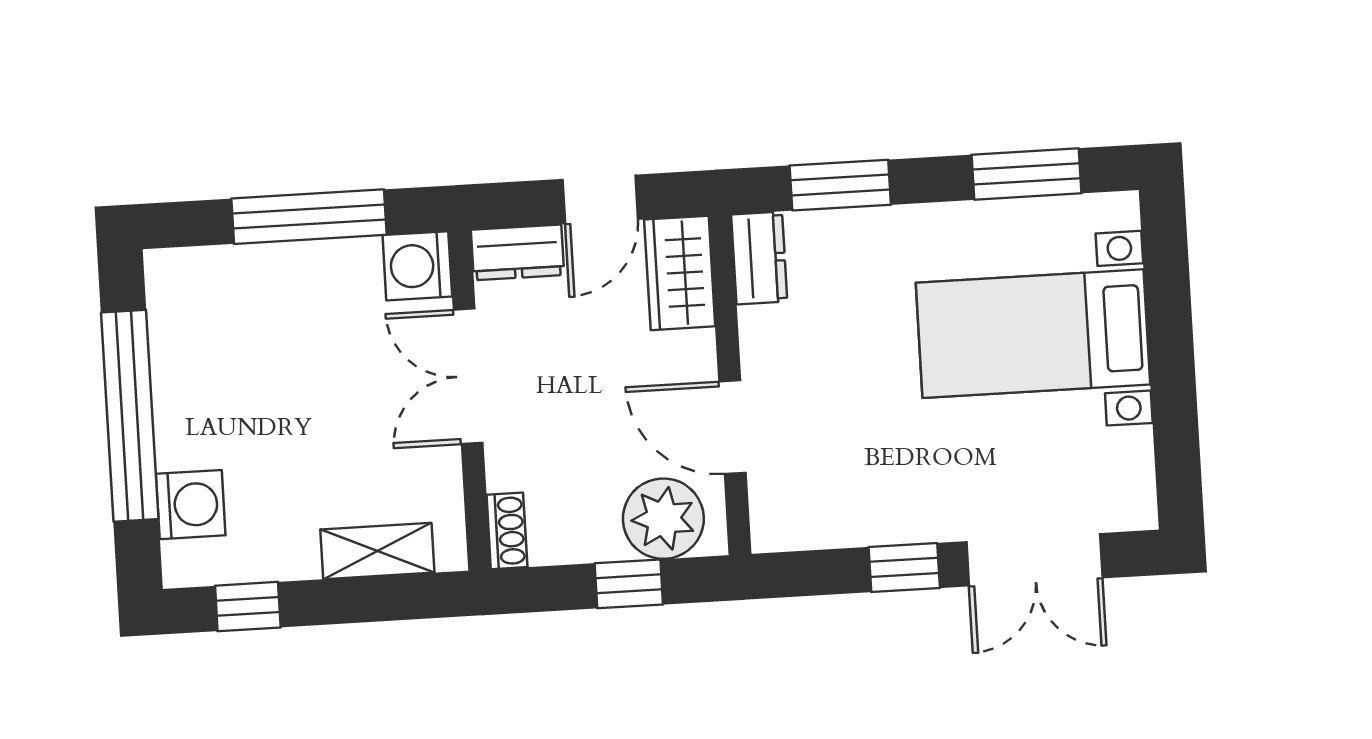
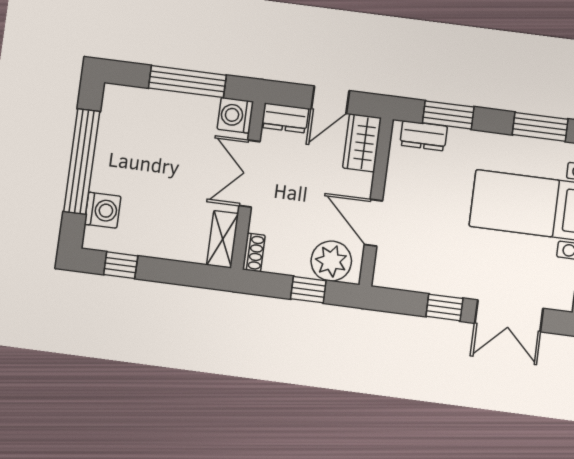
dresser: (759, 258) -> (424, 136), moved, turned 90
shelving: (377, 551) -> (223, 239), moved, turned 90

